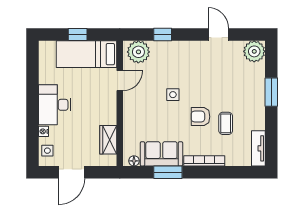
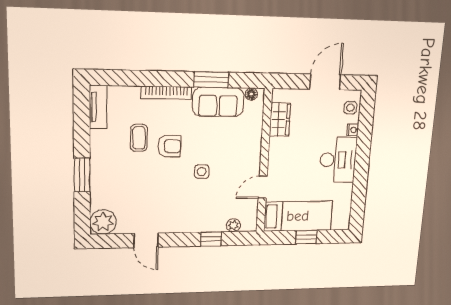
plant: (138, 52) -> (233, 225), width x0.53, depth x0.53

